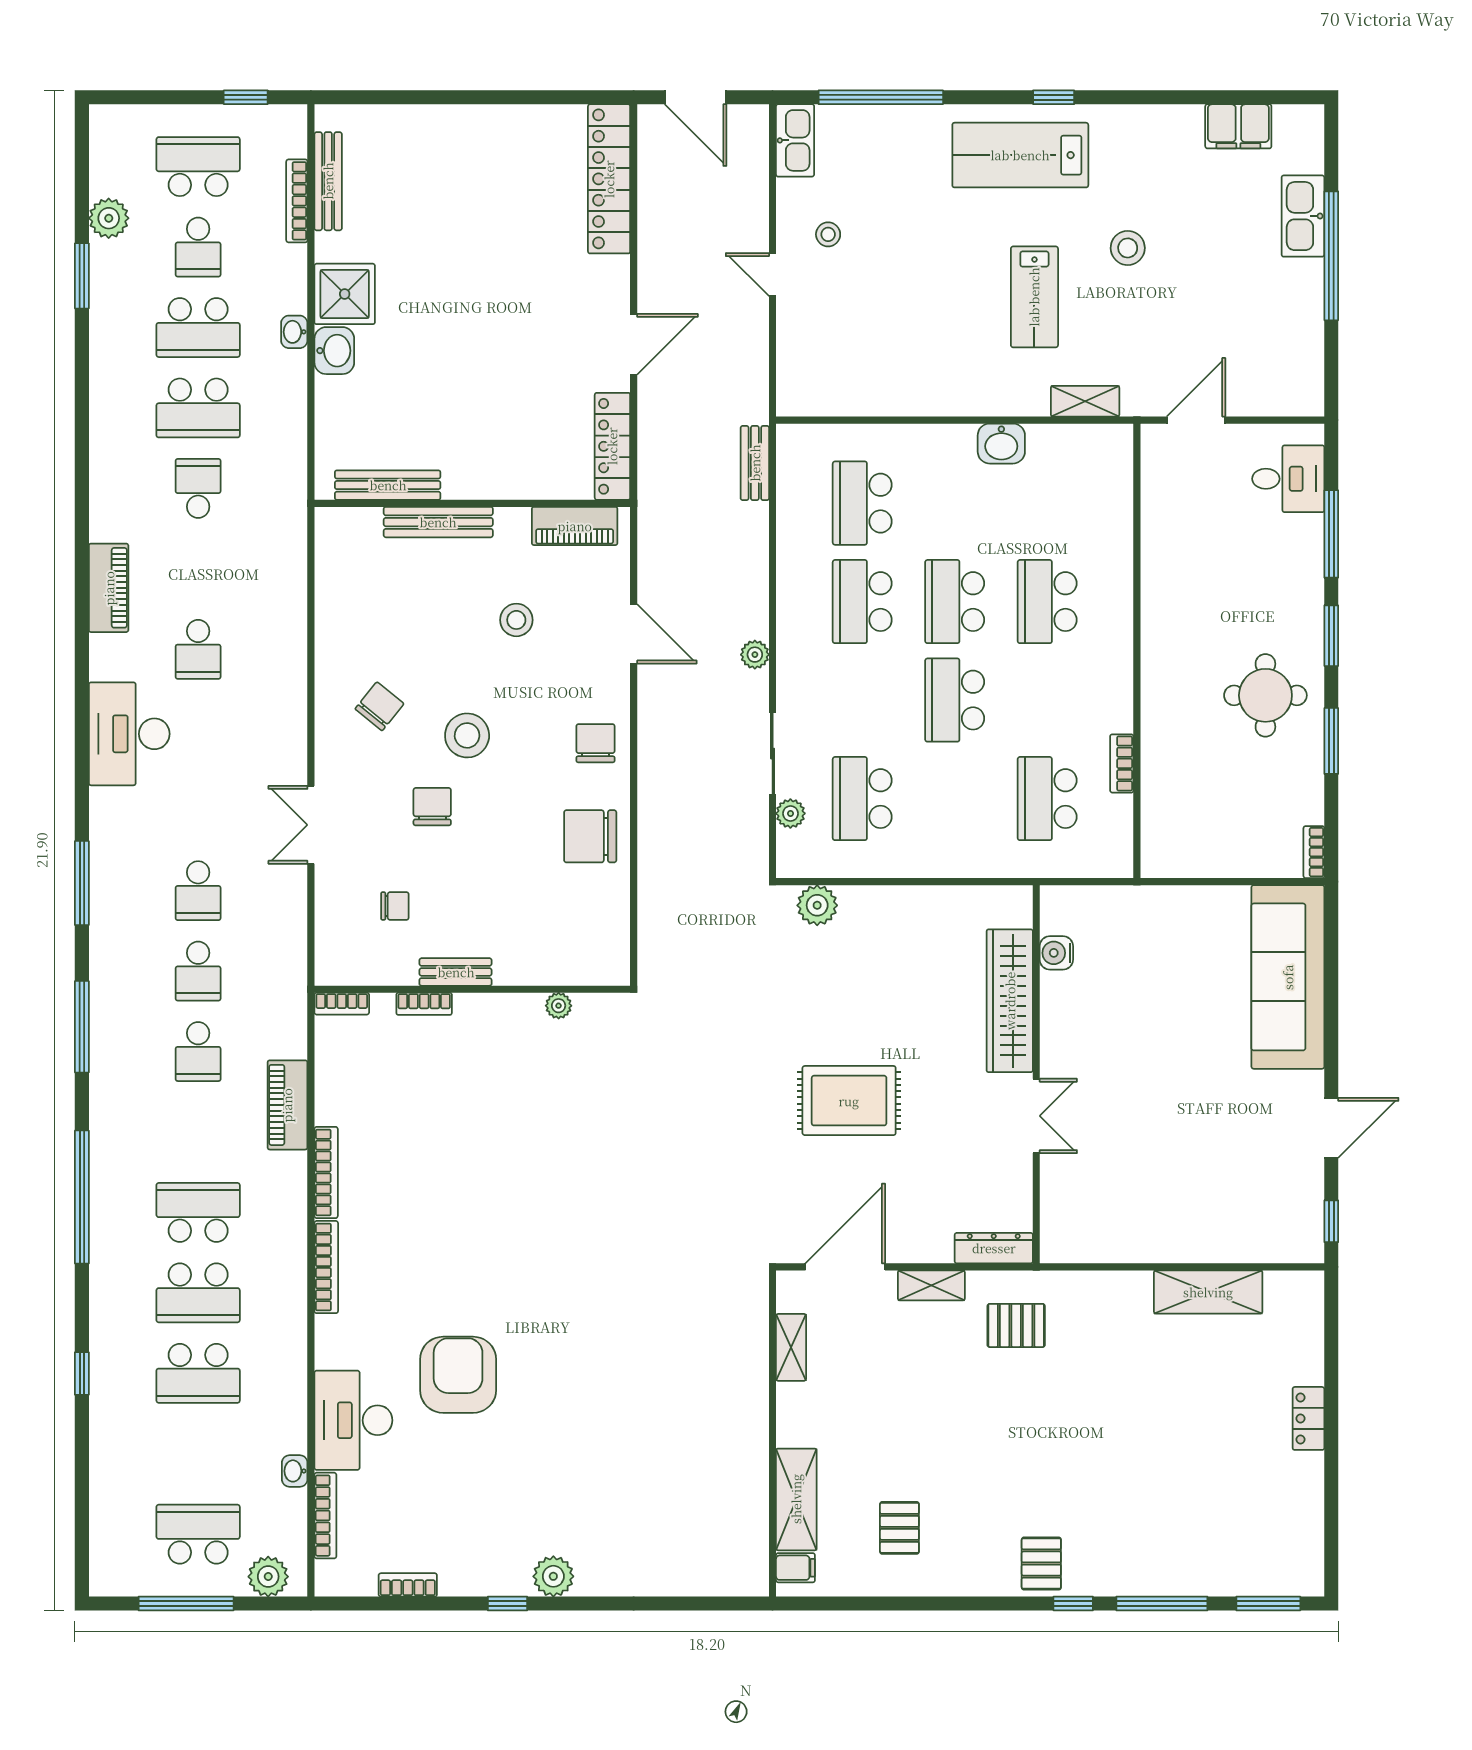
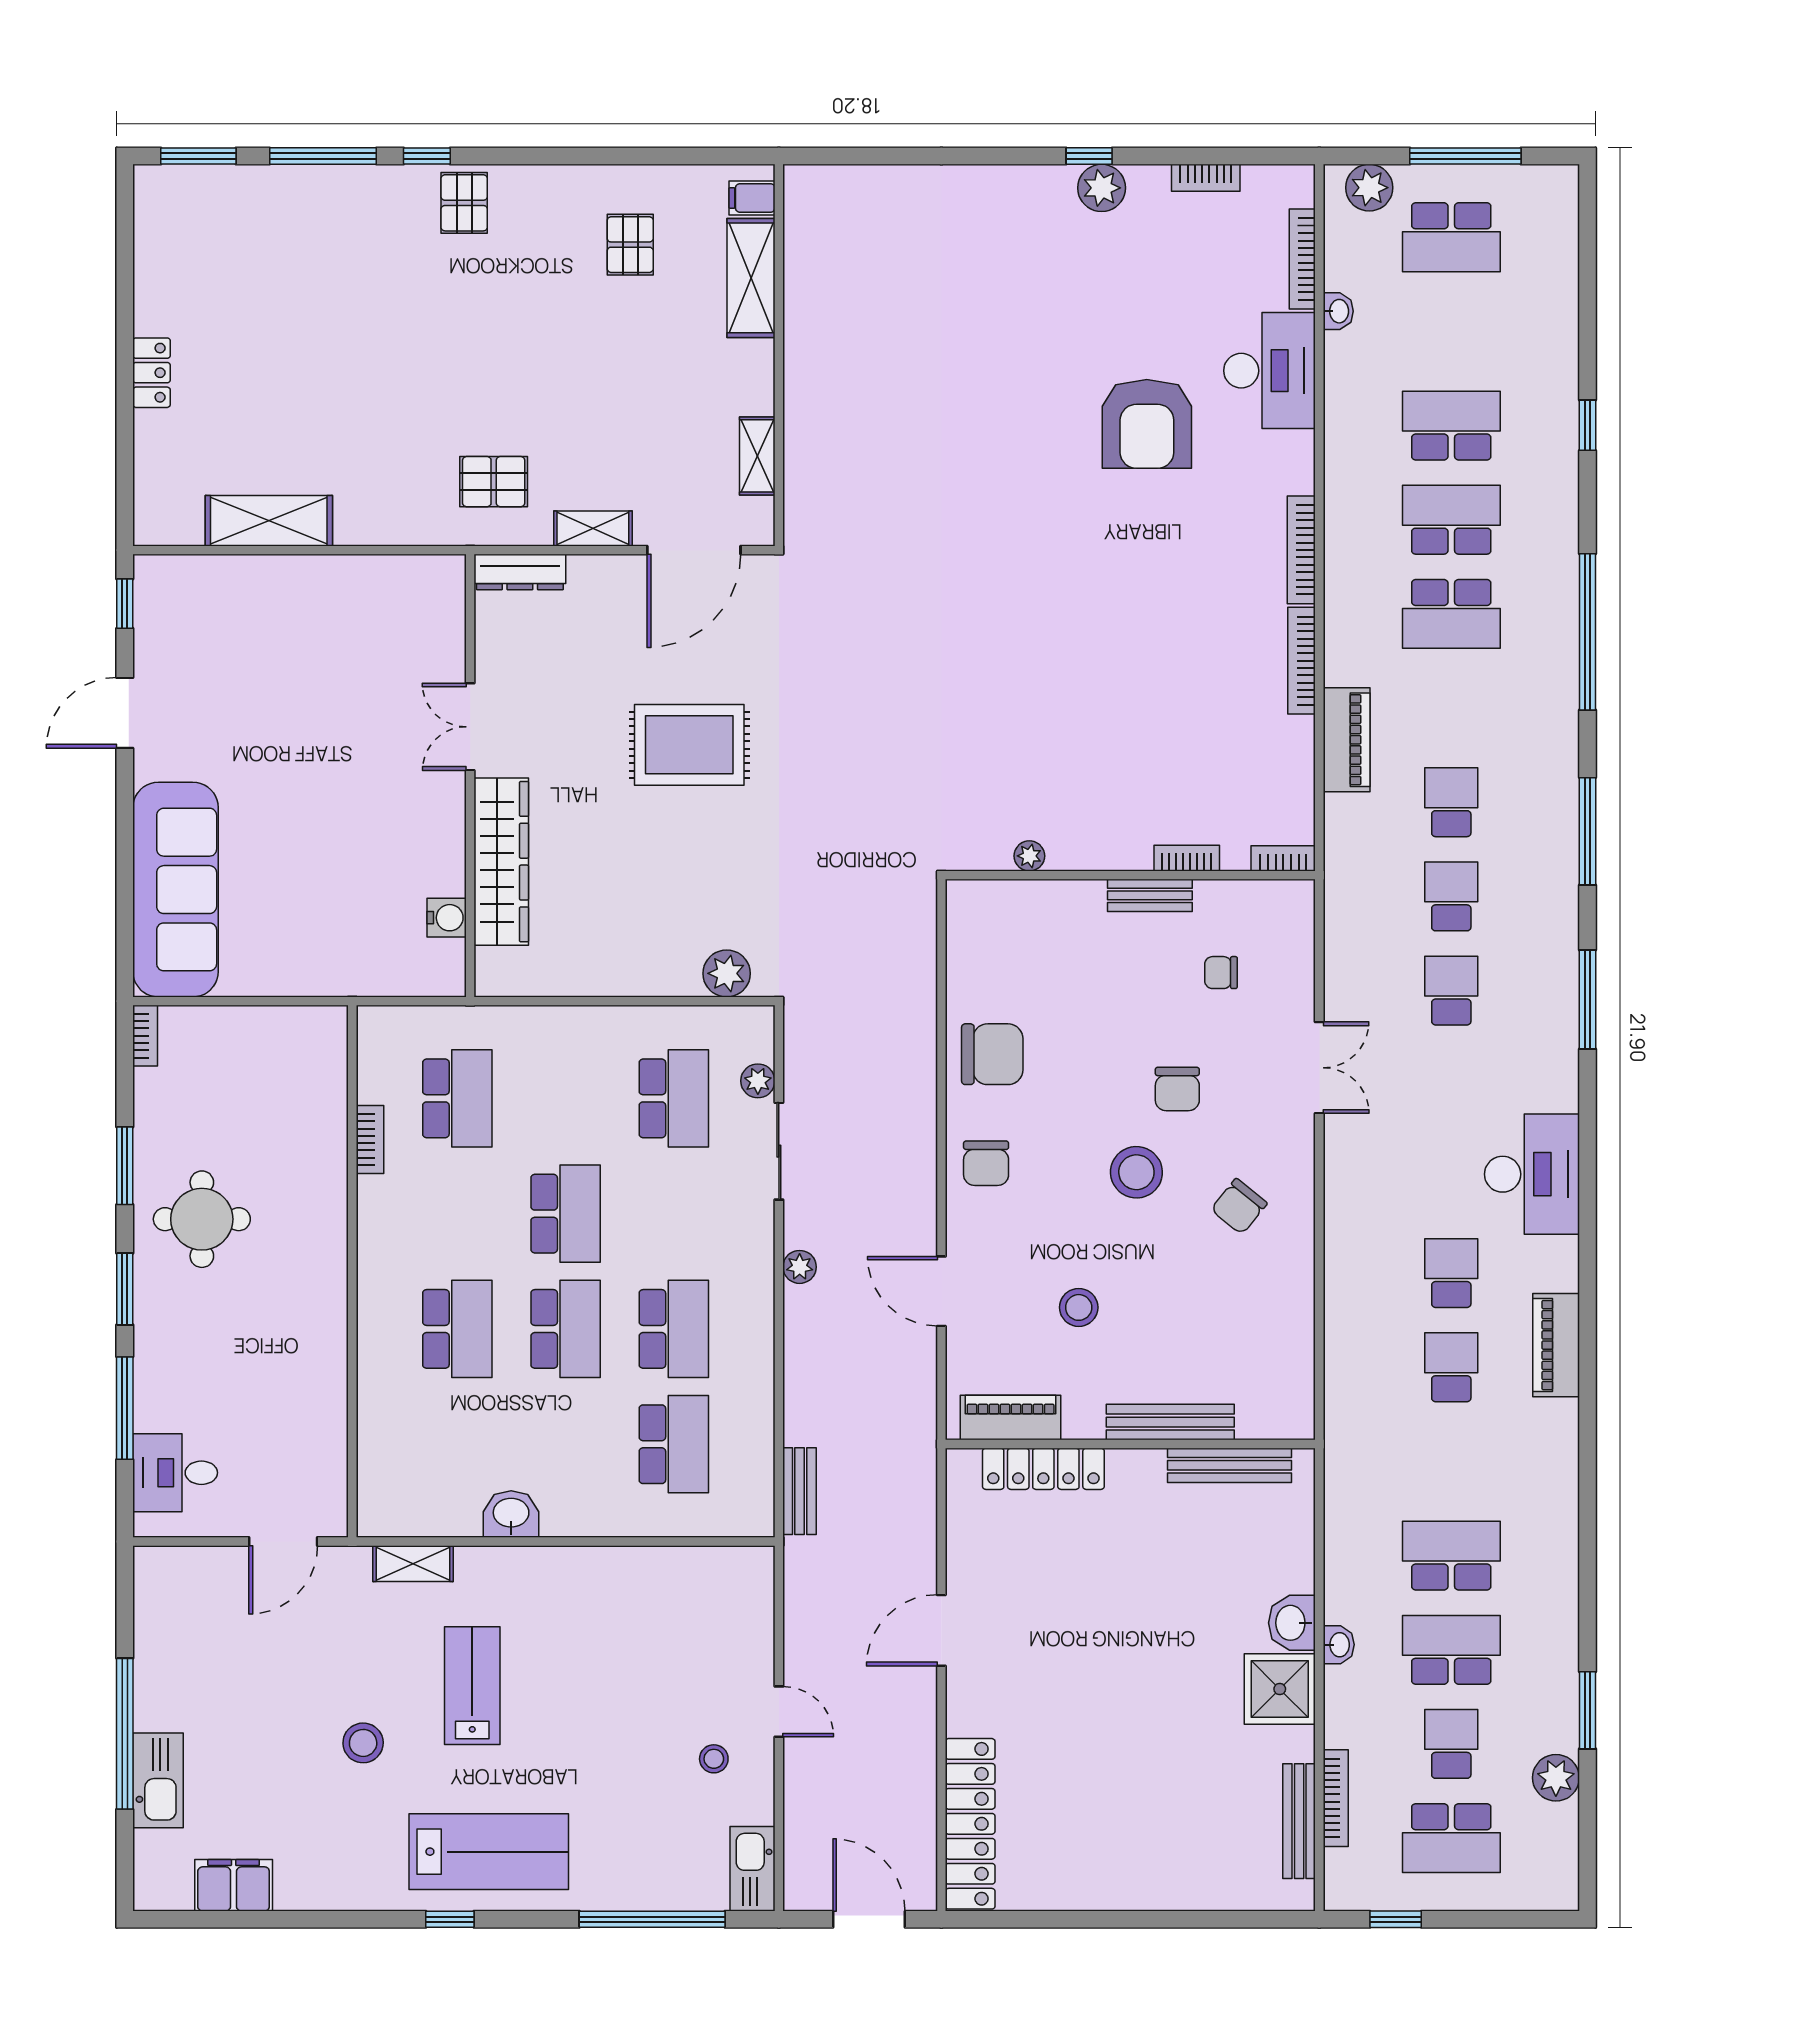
locker: (612, 446) -> (1043, 1469), moved, turned 90
school desk: (198, 488) -> (1451, 1367), moved, turned 180
plant: (553, 1576) -> (1102, 188), moved

